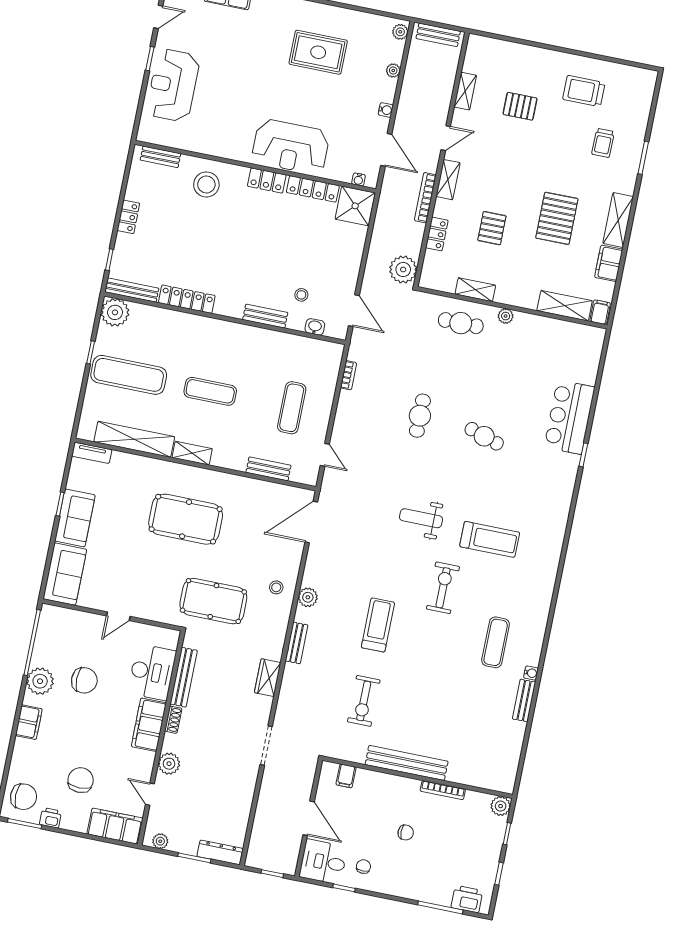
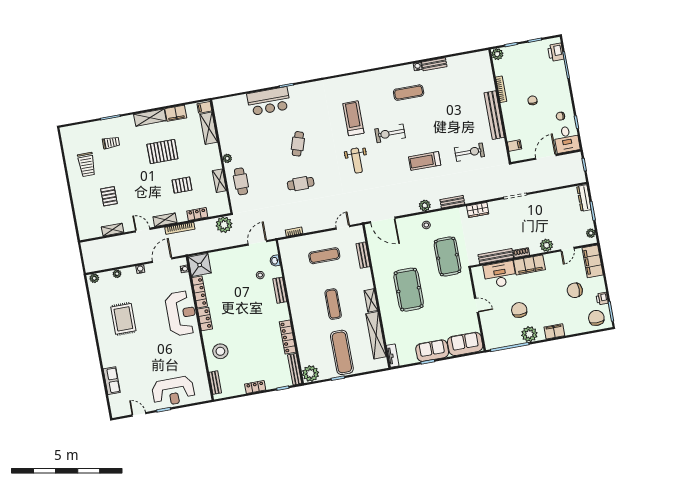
bench: (438, 35) -> (88, 257), removed

